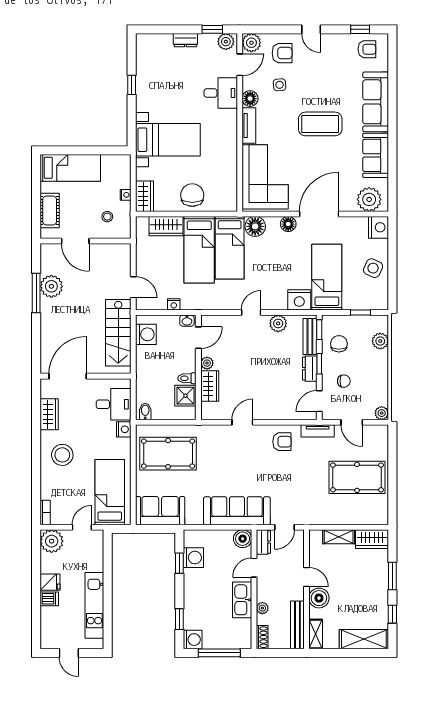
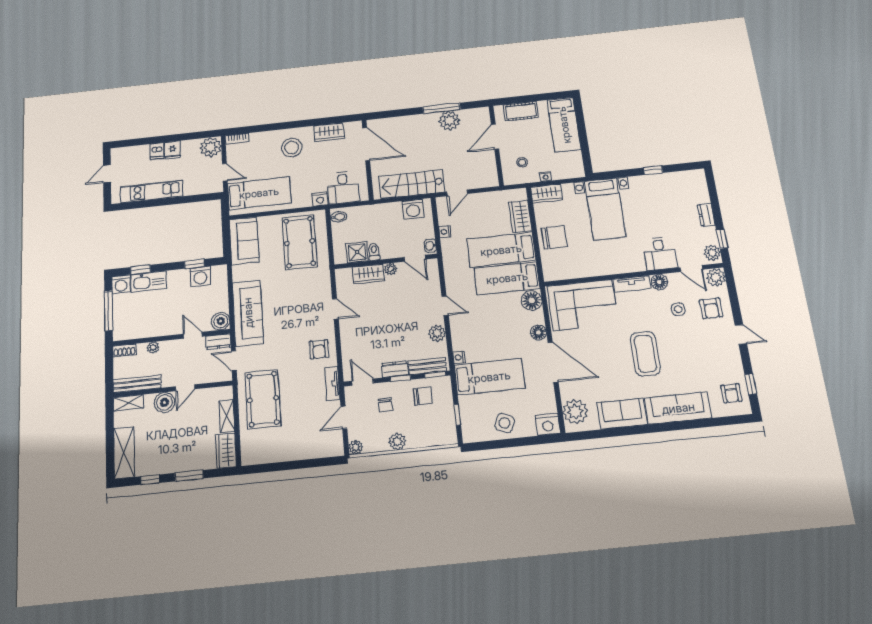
door: (311, 29) -> (741, 335), swing flipped
nightstand: (299, 300) -> (459, 357), width x0.53, depth x0.56
plant: (380, 341) -> (397, 442), moved
pool table: (357, 477) -> (263, 399), moved
kitchen sink: (242, 600) -> (149, 281), moved, turned 180

